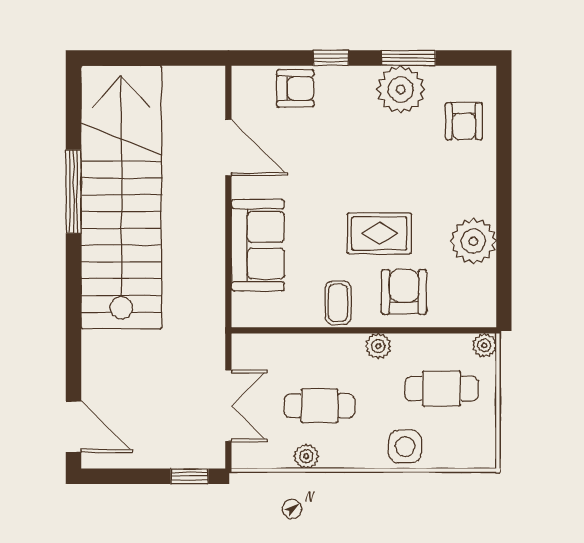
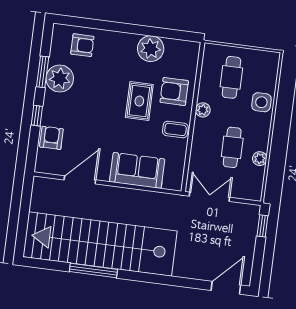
plant: (484, 345) -> (210, 50), removed
double door: (228, 406) -> (209, 197), moved

